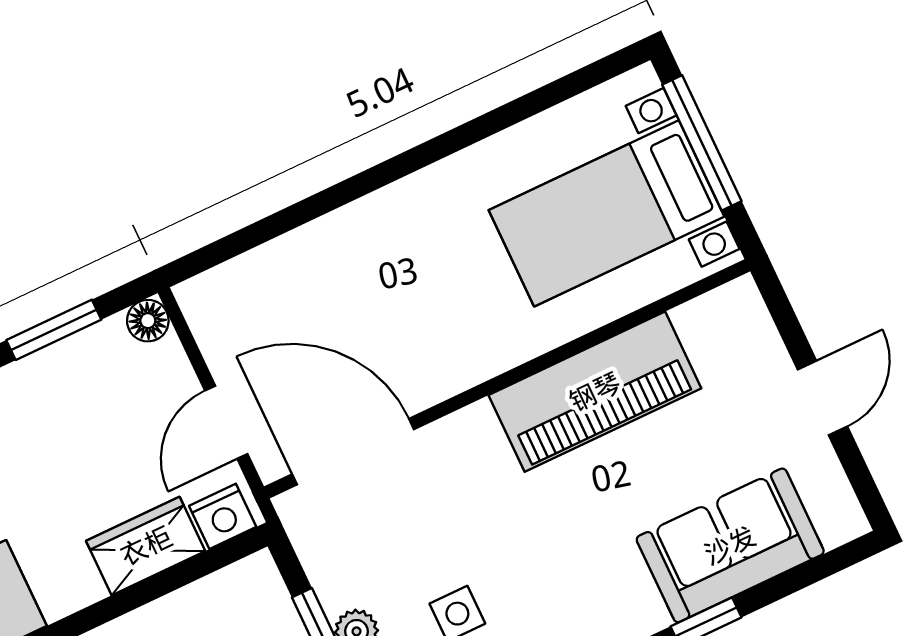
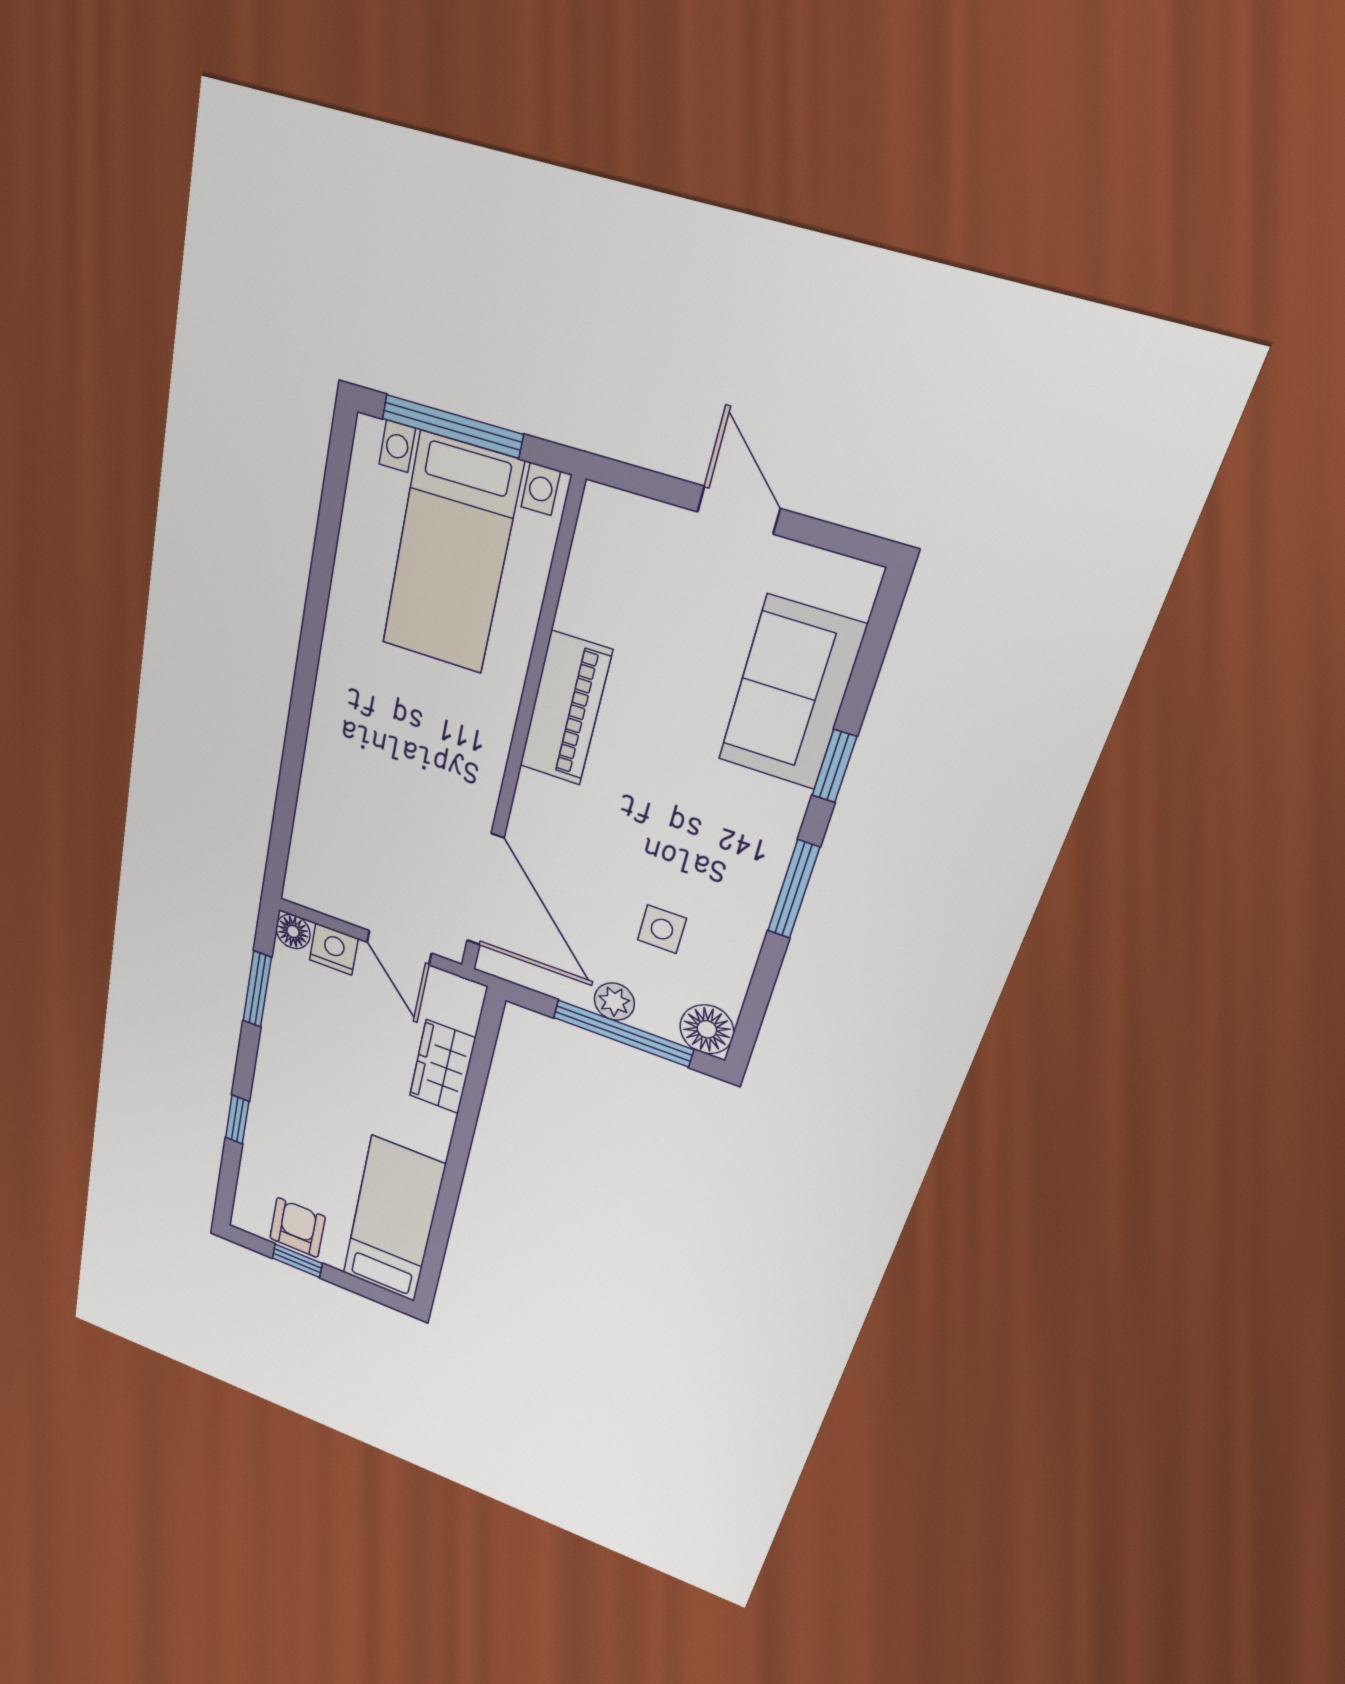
piano: (595, 392) -> (565, 709), width x0.73, depth x0.75
door: (353, 452) -> (485, 890), swing flipped
nightstand: (223, 516) -> (334, 949), moved, turned -90

